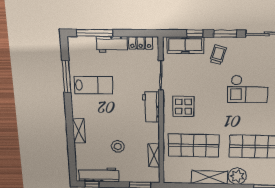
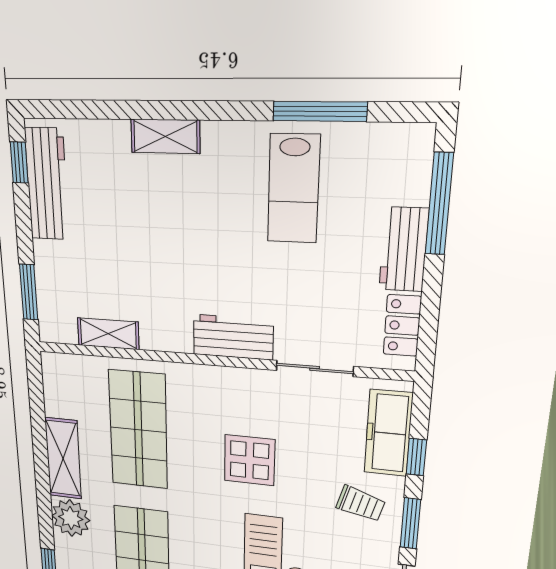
display table: (183, 106) -> (249, 460), moved
stool: (118, 146) -> (127, 242), removed

